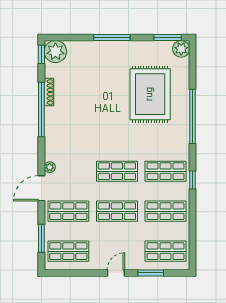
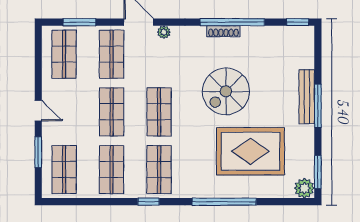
bench: (104, 47) -> (307, 97), added
plant: (55, 52) -> (301, 39), removed
shoe rack: (49, 92) -> (223, 31), moved
spiral stairs: (100, 115) -> (226, 91), added

